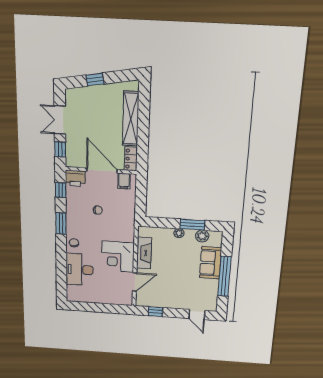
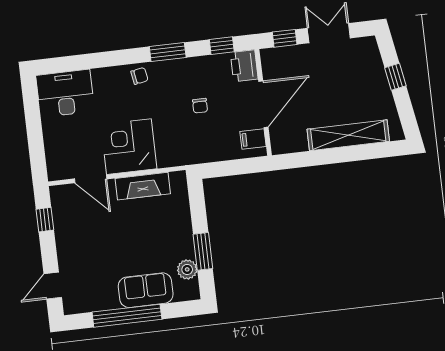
locker: (131, 159) -> (289, 144), removed
plant: (179, 233) -> (185, 234), removed
desk: (80, 270) -> (65, 93), moved

